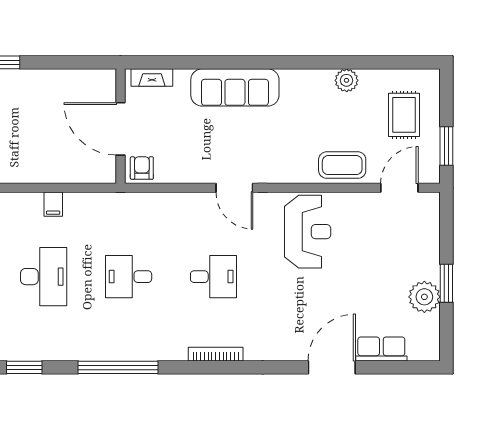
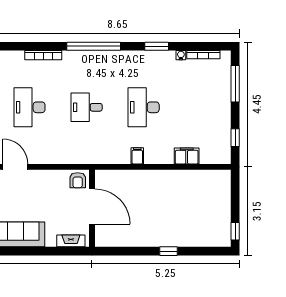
desk: (129, 277) -> (87, 107), turned 180
desk: (214, 277) -> (30, 107), width x1.37
bookcase: (216, 354) -> (43, 55), moved

